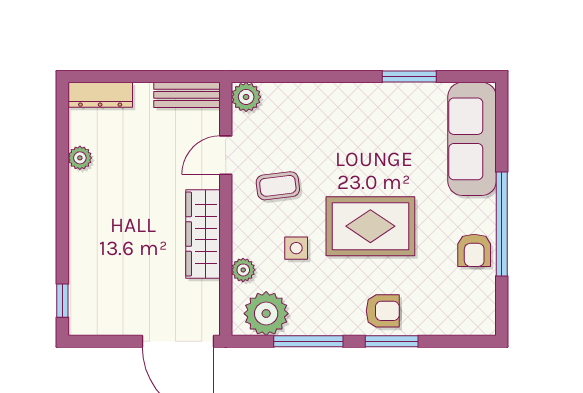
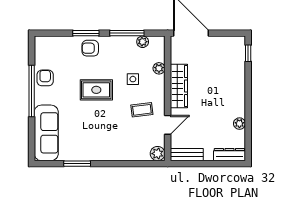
rug: (370, 226) -> (96, 90), width x0.73, depth x0.70
plant: (266, 314) -> (143, 42), width x0.53, depth x0.53

